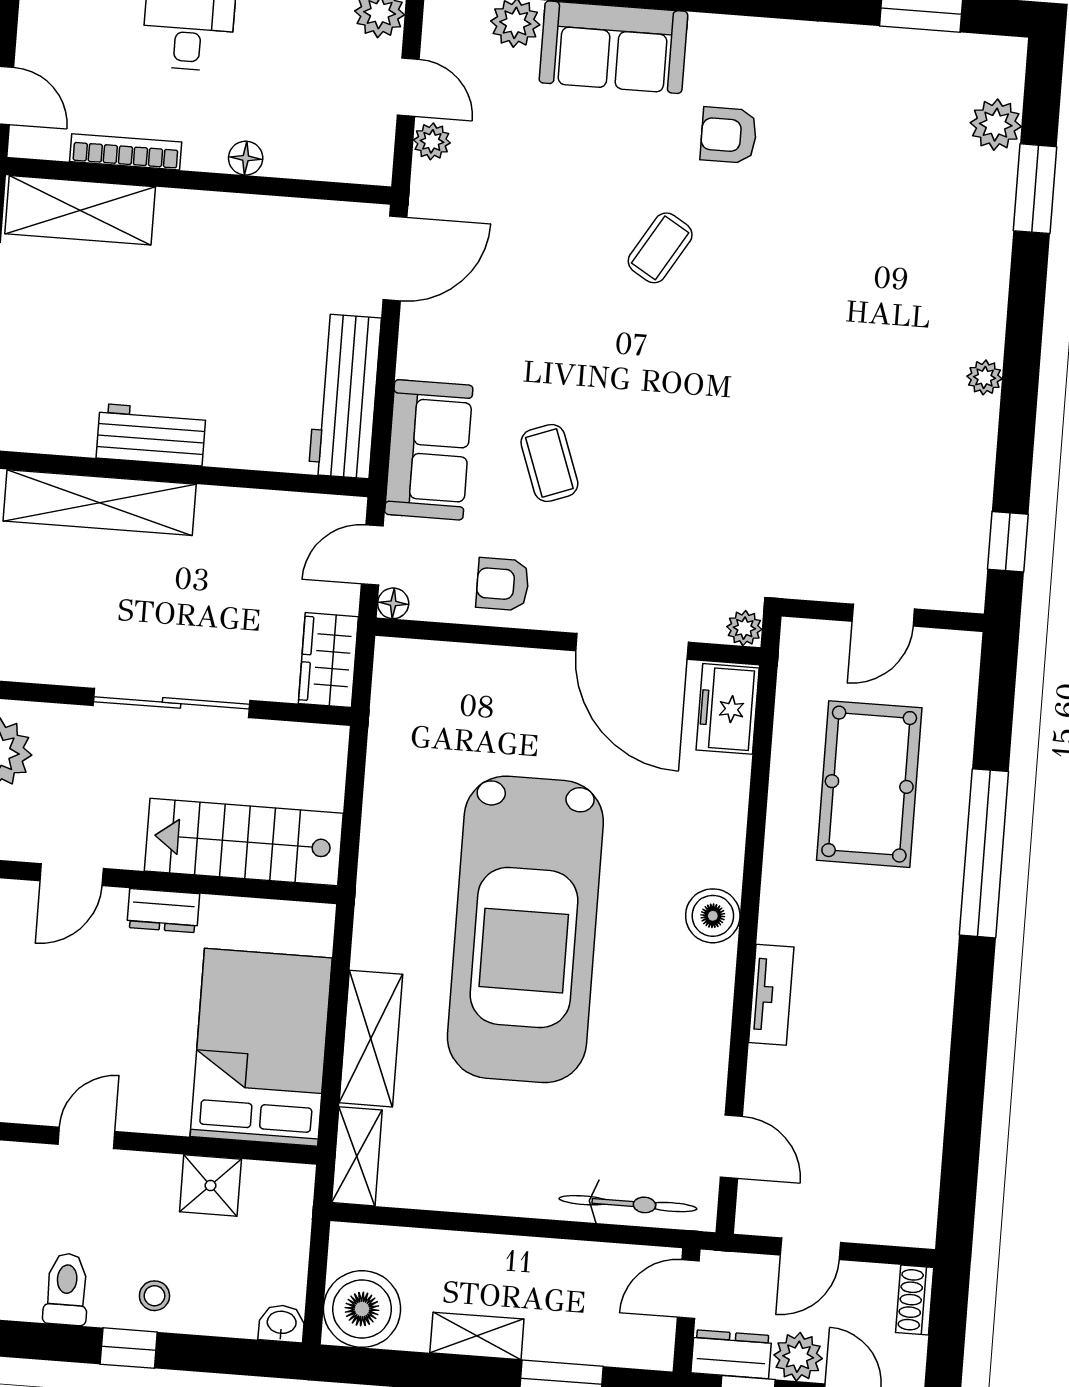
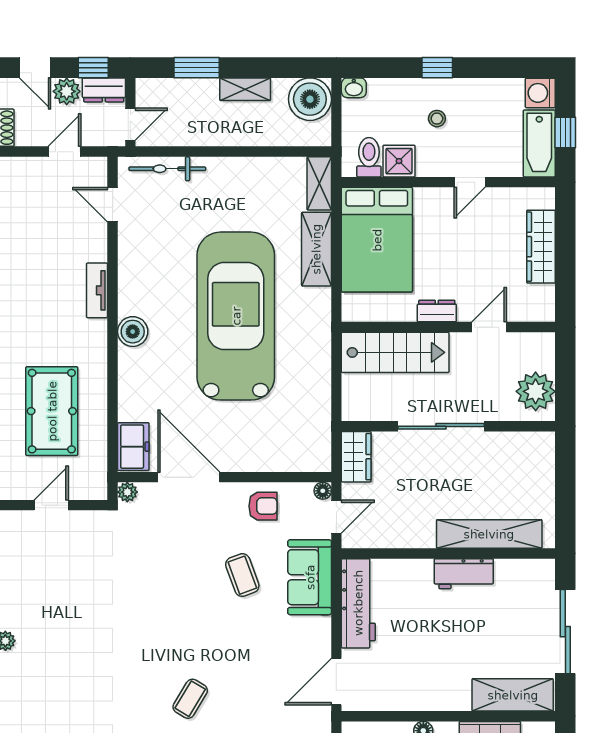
toilet: (66, 1289) -> (369, 157), moved, turned 180
stool: (154, 1296) -> (437, 119), moved

